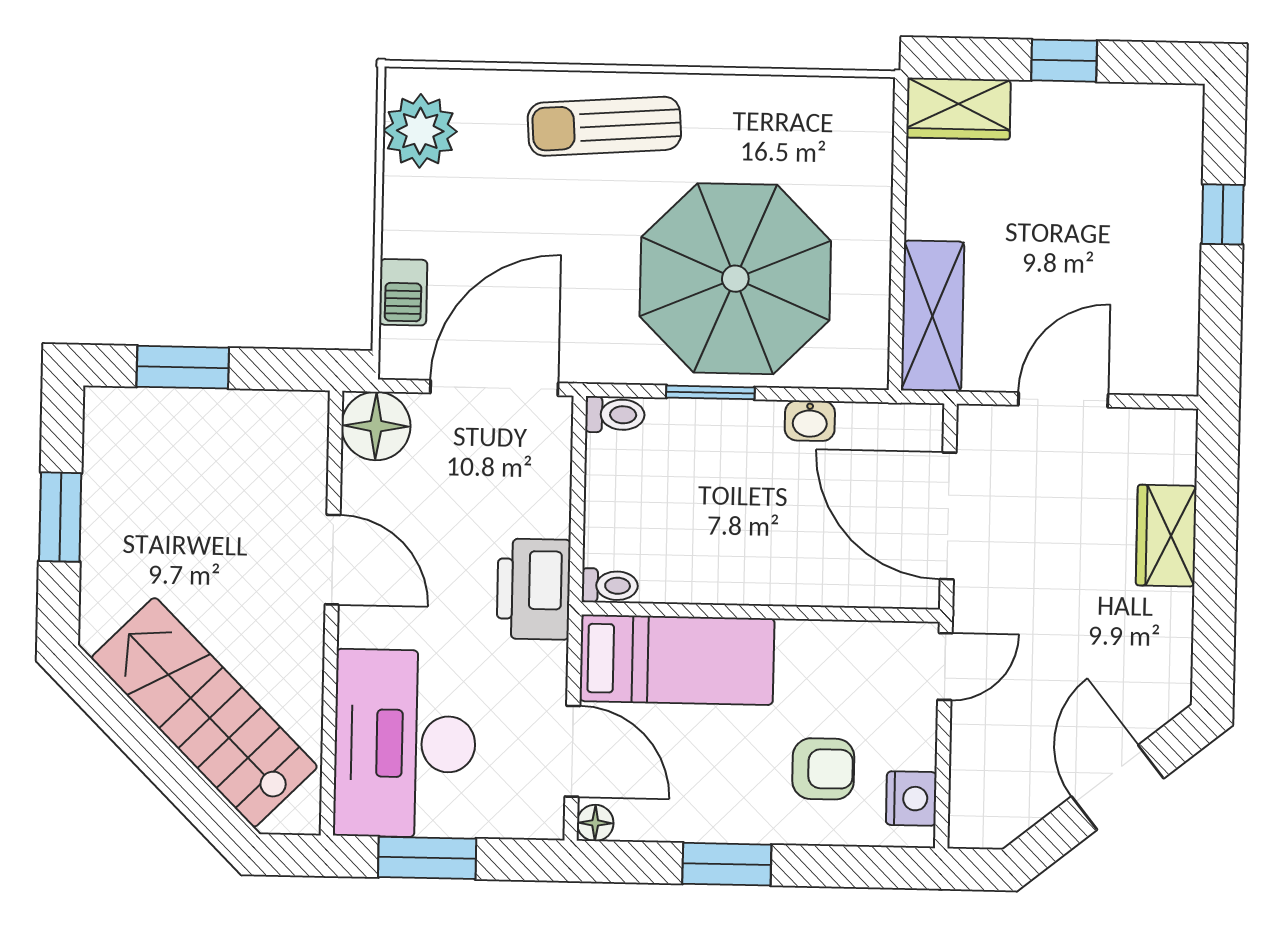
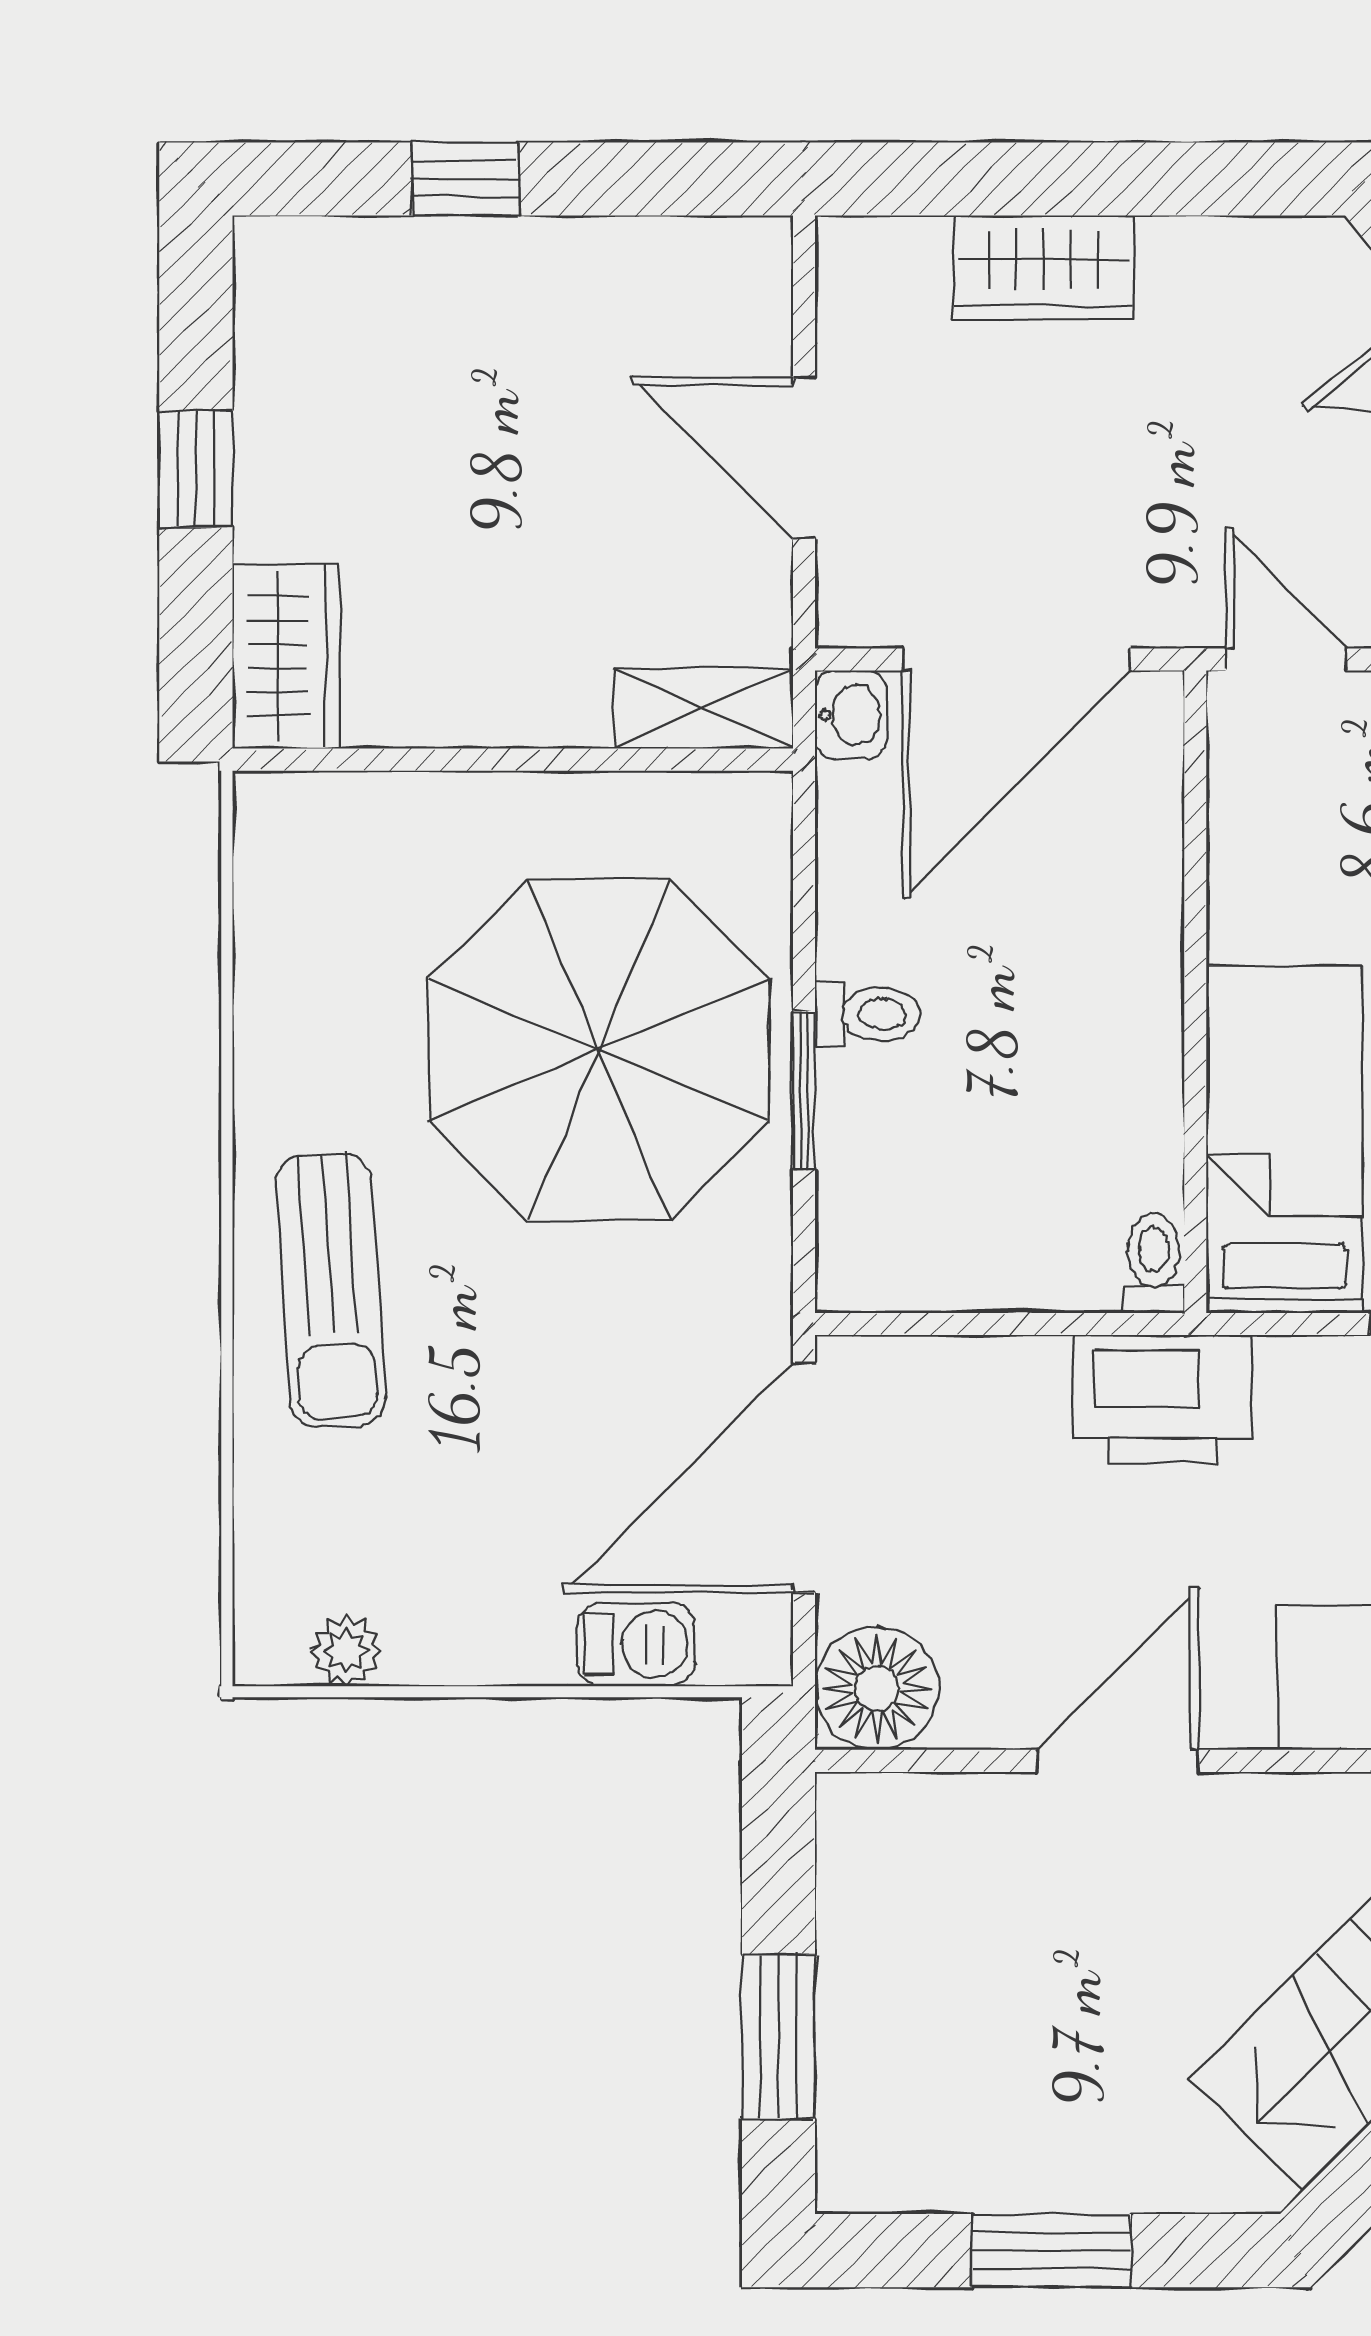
plant: (420, 131) -> (346, 1651), width x0.53, depth x0.53
shelving: (933, 316) -> (703, 708), width x0.67, depth x0.75
door: (494, 388) -> (804, 1478), hinge flipped
toilet: (615, 415) -> (868, 1014), moved, turned 90
washbasin: (810, 421) -> (851, 715), moved

